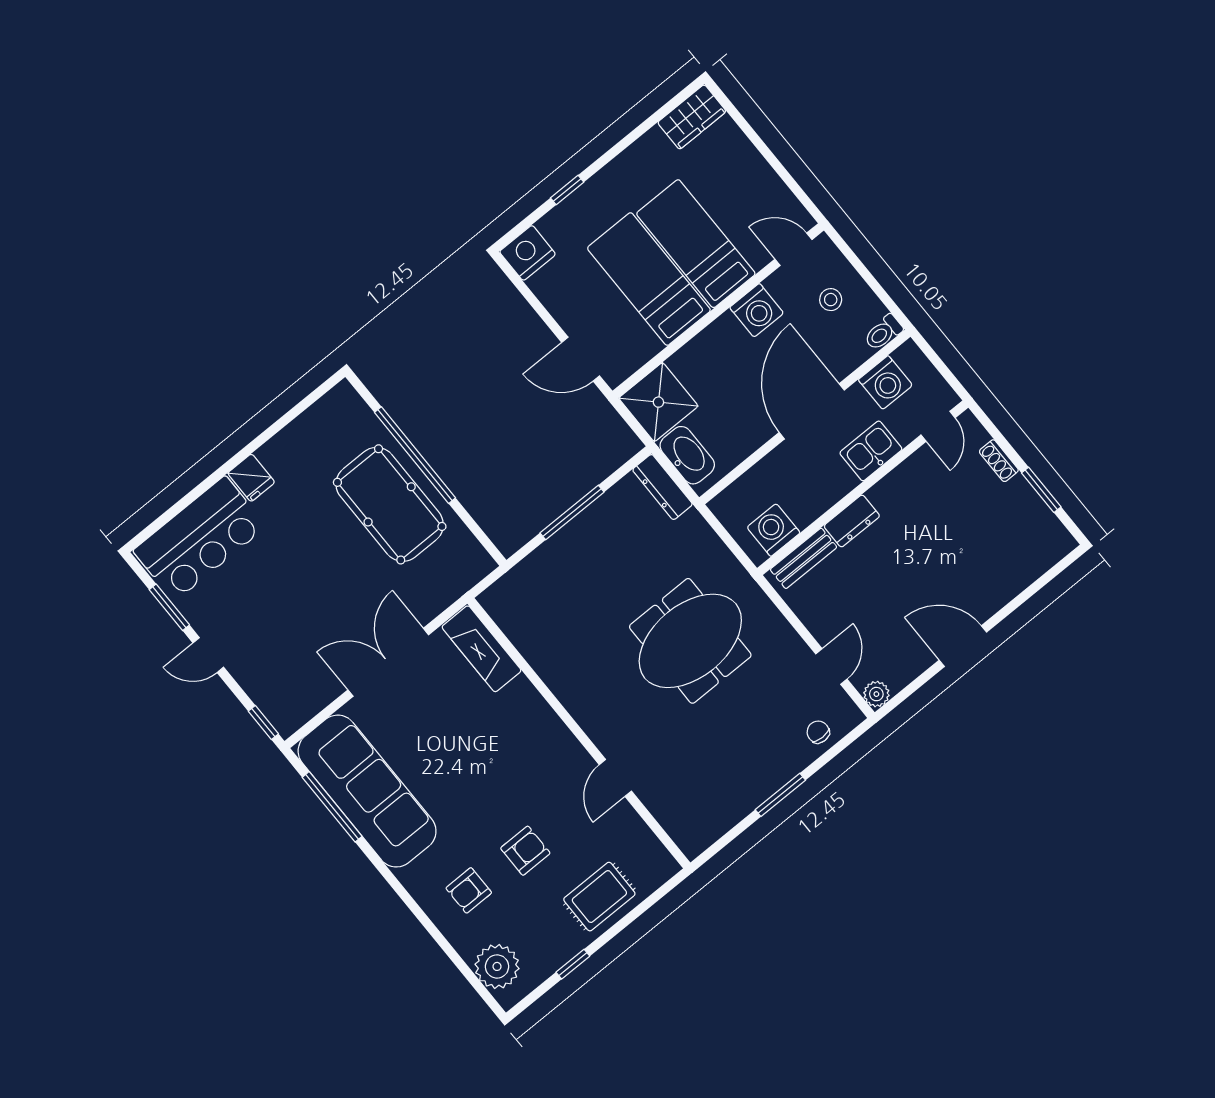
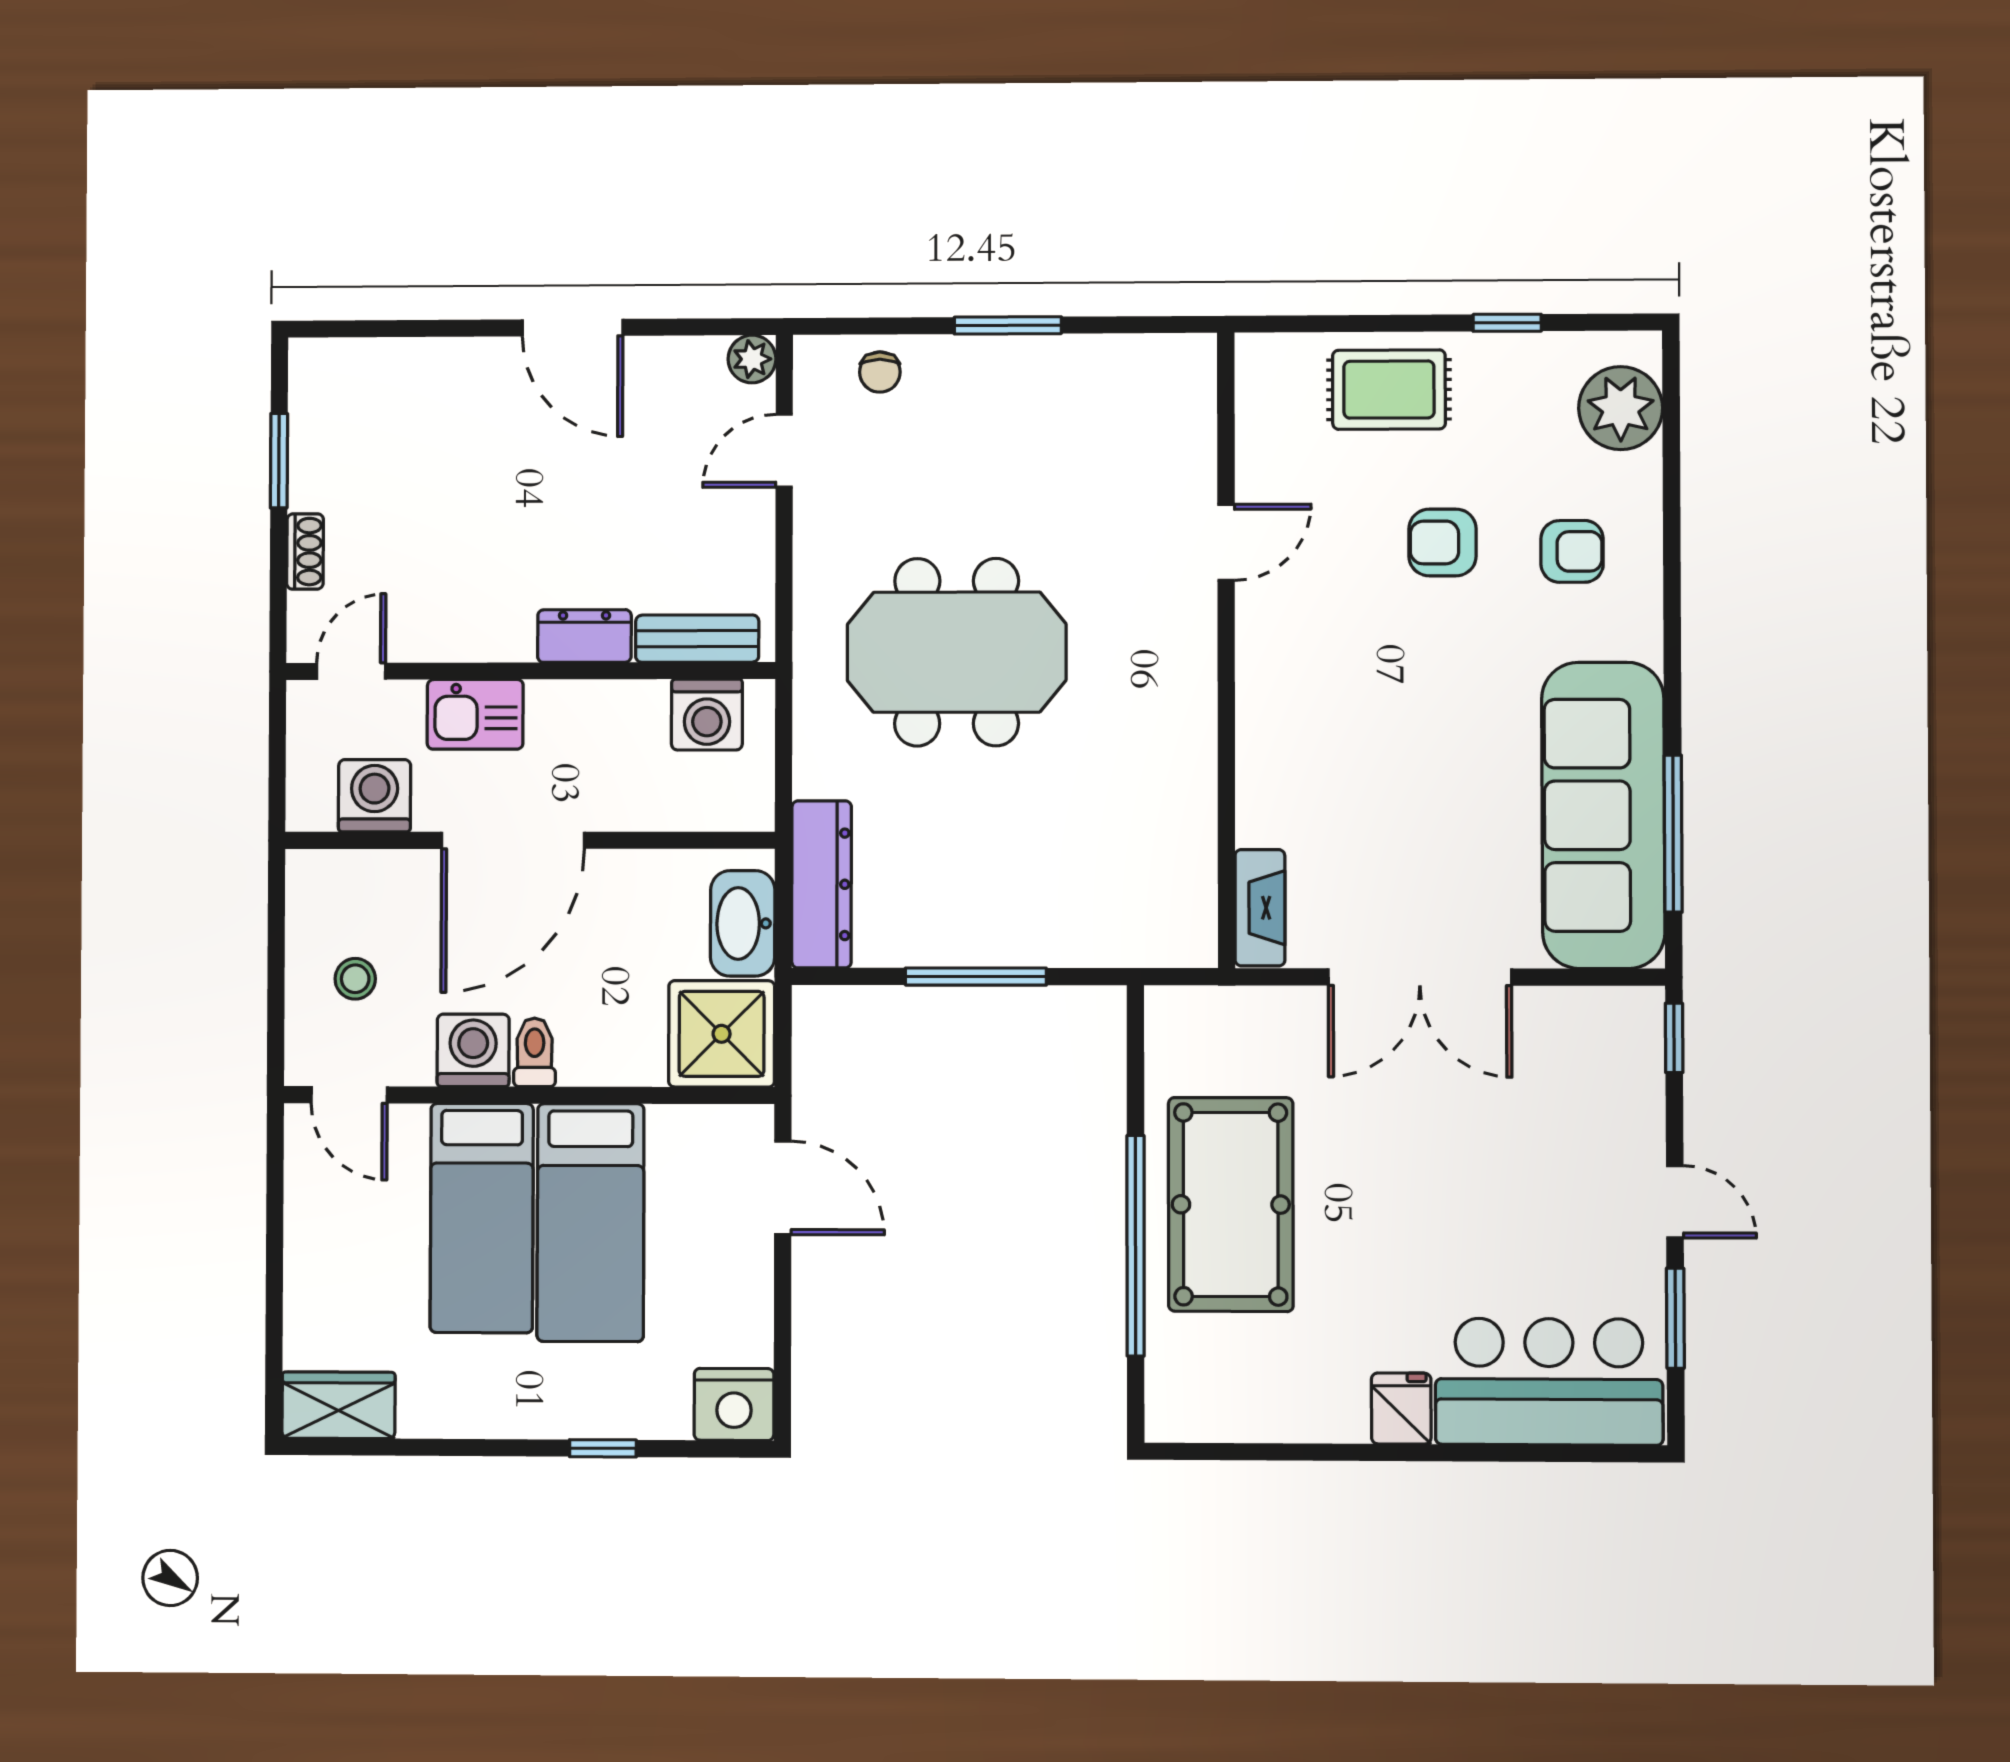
toilet: (883, 333) -> (535, 1052), moved, turned -90
dresser: (662, 487) -> (822, 884), width x1.37, depth x1.24
fireplace: (482, 649) -> (1260, 908), width x0.73, depth x0.76

